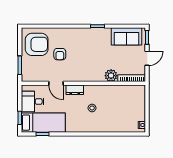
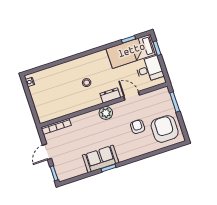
sofa: (126, 36) -> (101, 159), moved
armchair: (37, 44) -> (165, 129), turned 90
plant: (111, 76) -> (106, 113), moved

